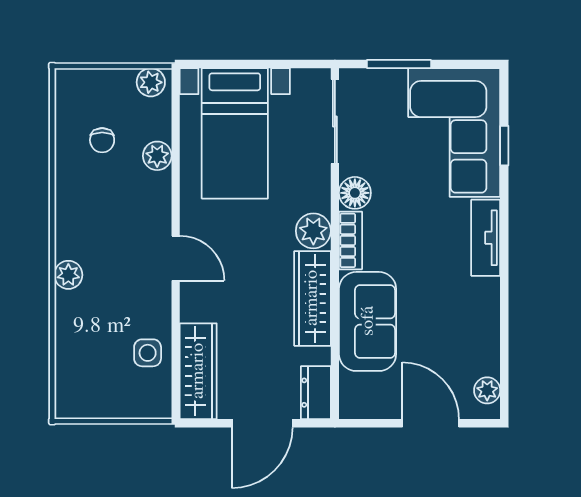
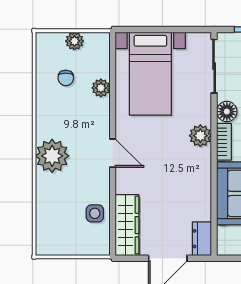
plant: (151, 82) -> (74, 41), moved
plant: (68, 275) -> (52, 156), width x1.88, depth x1.88
wardrobe: (312, 298) -> (200, 179), removed

